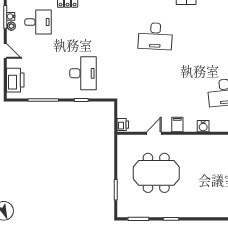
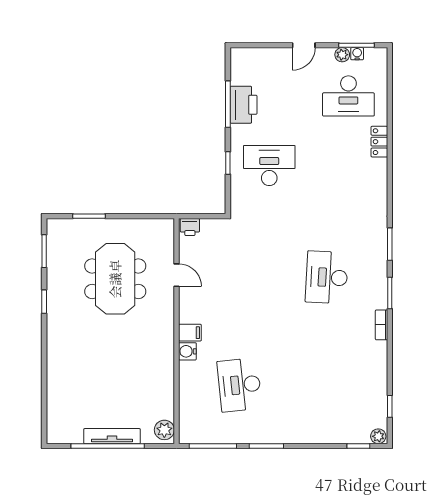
desk: (38, 22) -> (348, 96), width x1.37
desk: (83, 73) -> (269, 165), turned 180
printer: (15, 80) -> (243, 105), moved, turned -90
filing cabinet: (177, 125) -> (190, 333), moved

